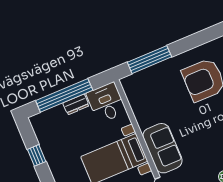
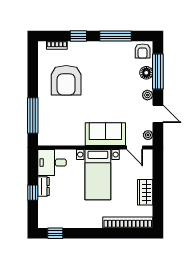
window: (64, 95) -> (33, 193), width x0.32
window: (37, 155) -> (55, 233), moved

